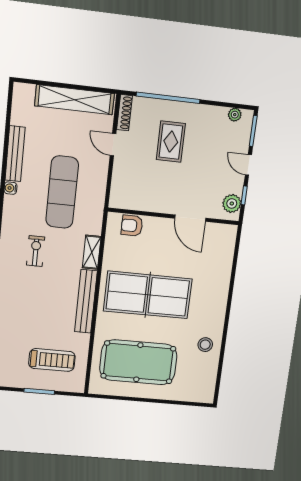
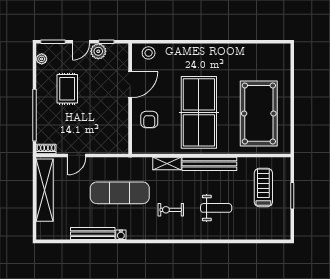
shoe rack: (124, 113) -> (46, 149), width x0.70
rug: (171, 142) -> (67, 89), moved, turned 90
plant: (232, 203) -> (98, 51), moved
armchair: (132, 226) -> (149, 120), moved
weight bench: (33, 304) -> (216, 208), added
stool: (205, 345) -> (149, 53), moved

